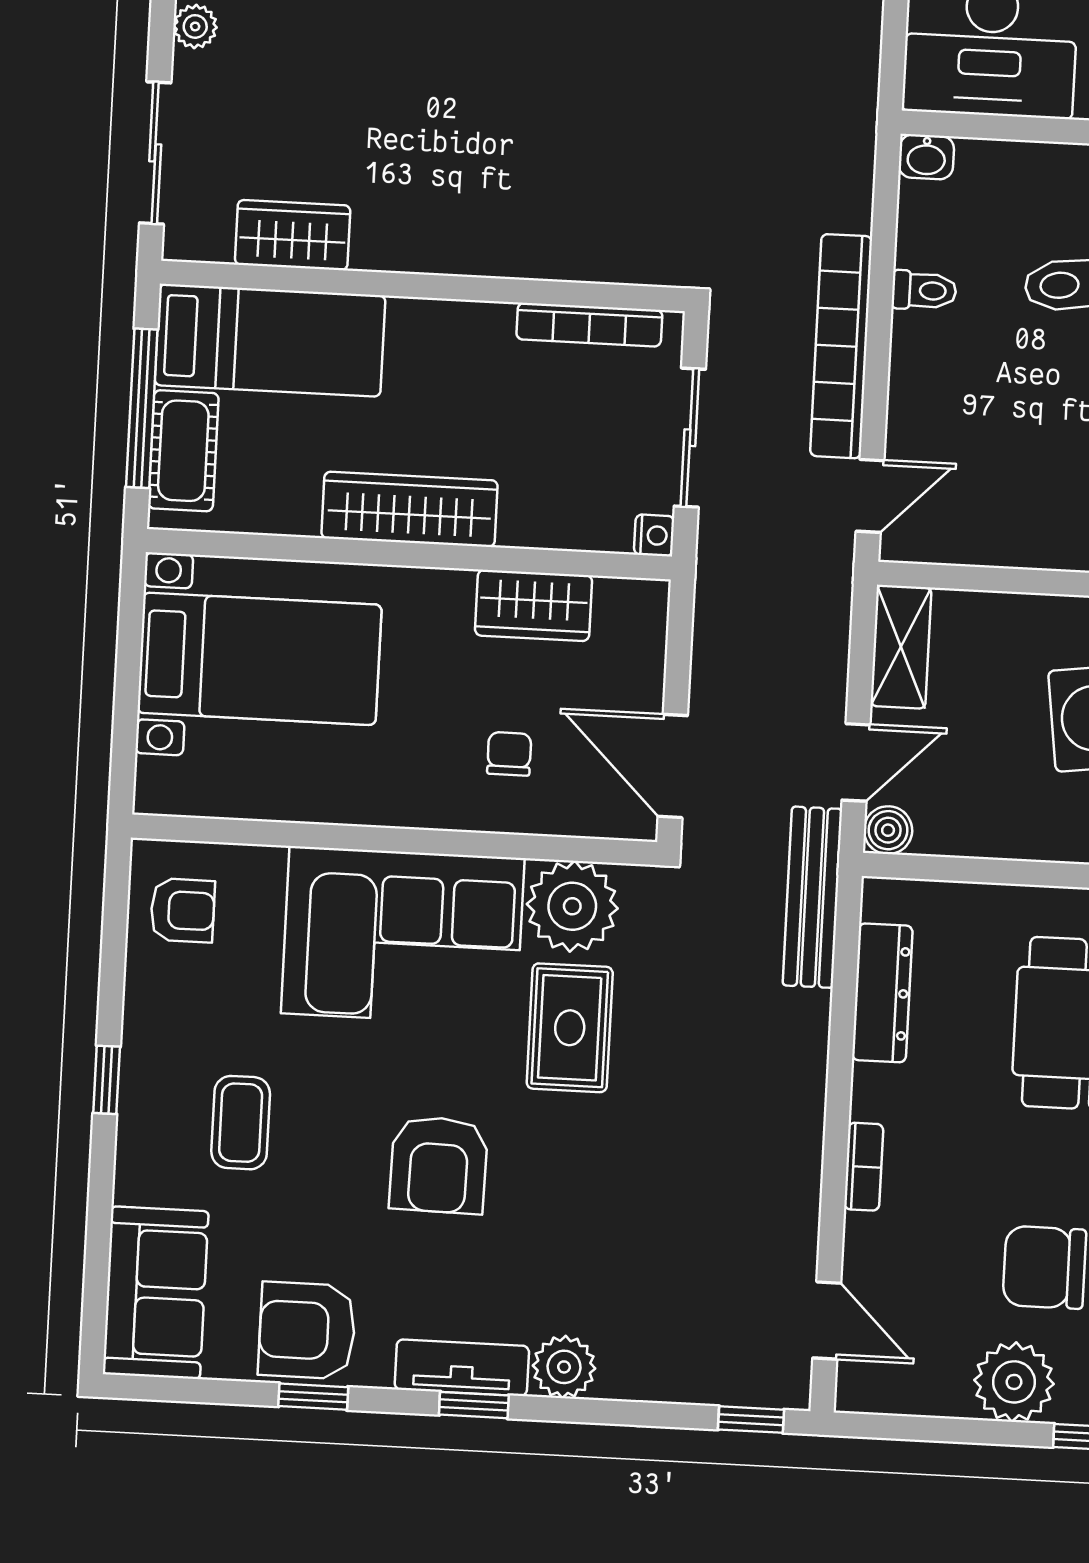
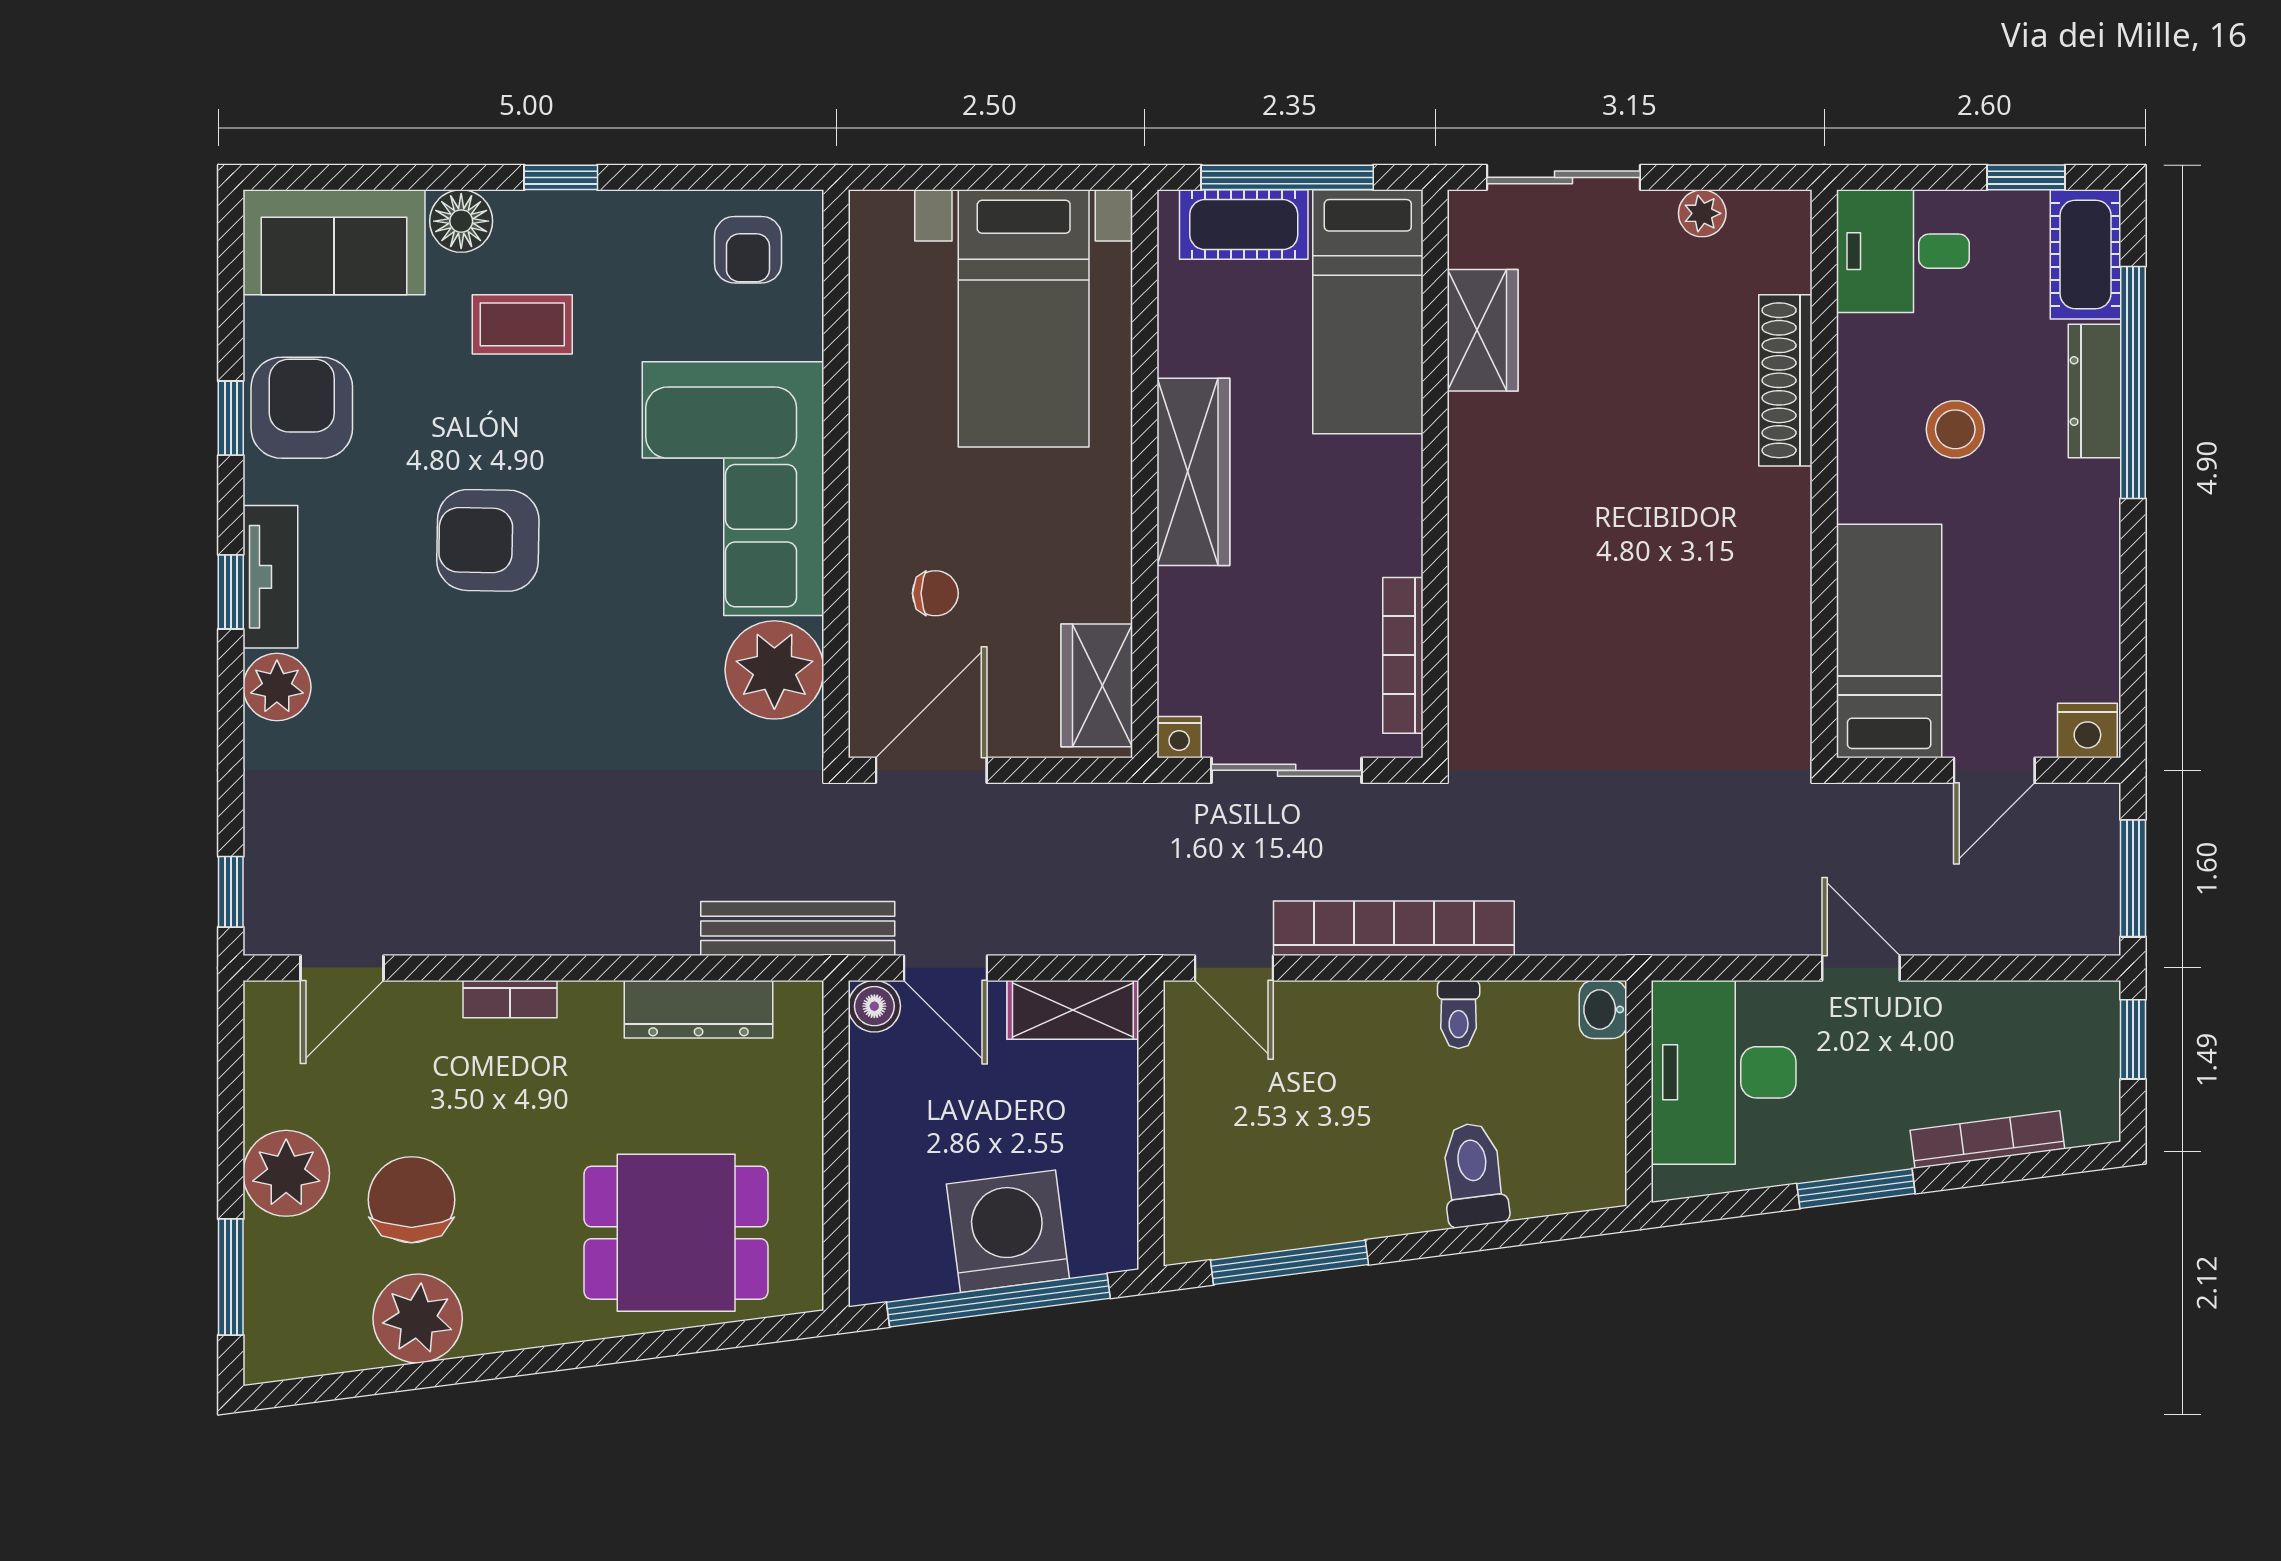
wardrobe: (534, 605) -> (1097, 685), moved
rug: (570, 1028) -> (643, 674), removed
floor lamp: (142, 1174) -> (461, 221), added

